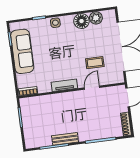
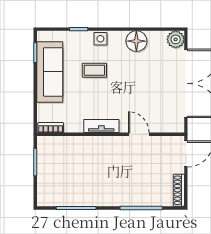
plant: (96, 18) -> (176, 39), moved
coffee table: (95, 63) -> (94, 70), moved
door: (92, 88) -> (139, 134), hinge flipped
bench: (65, 139) -> (93, 200), removed

